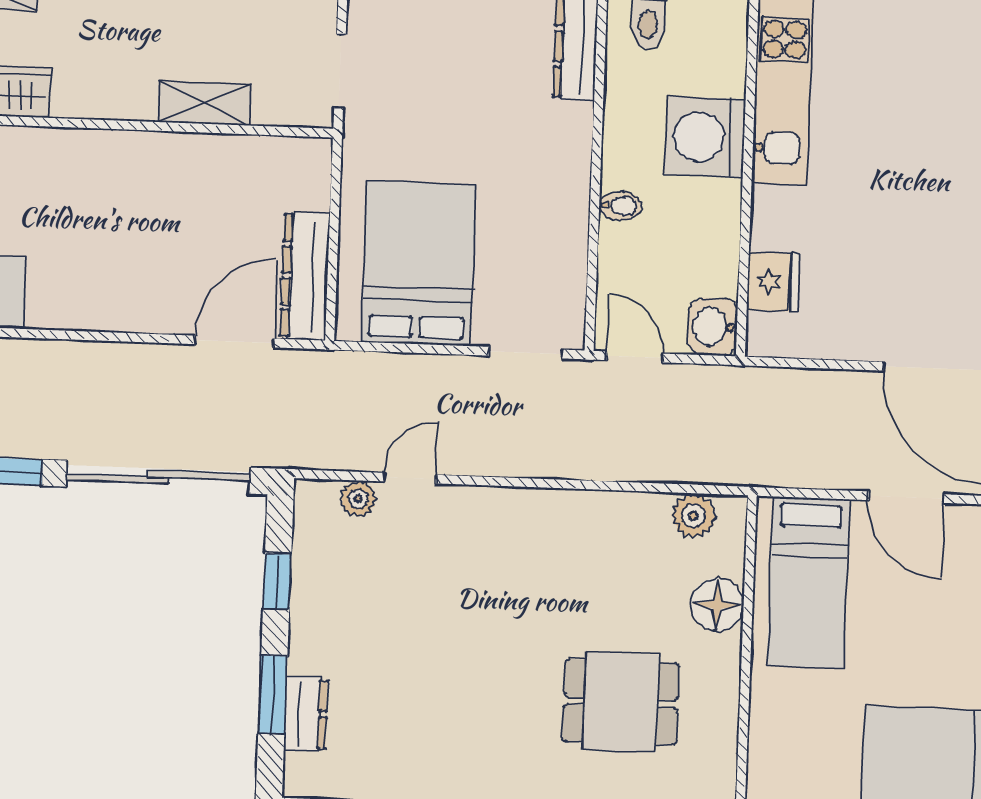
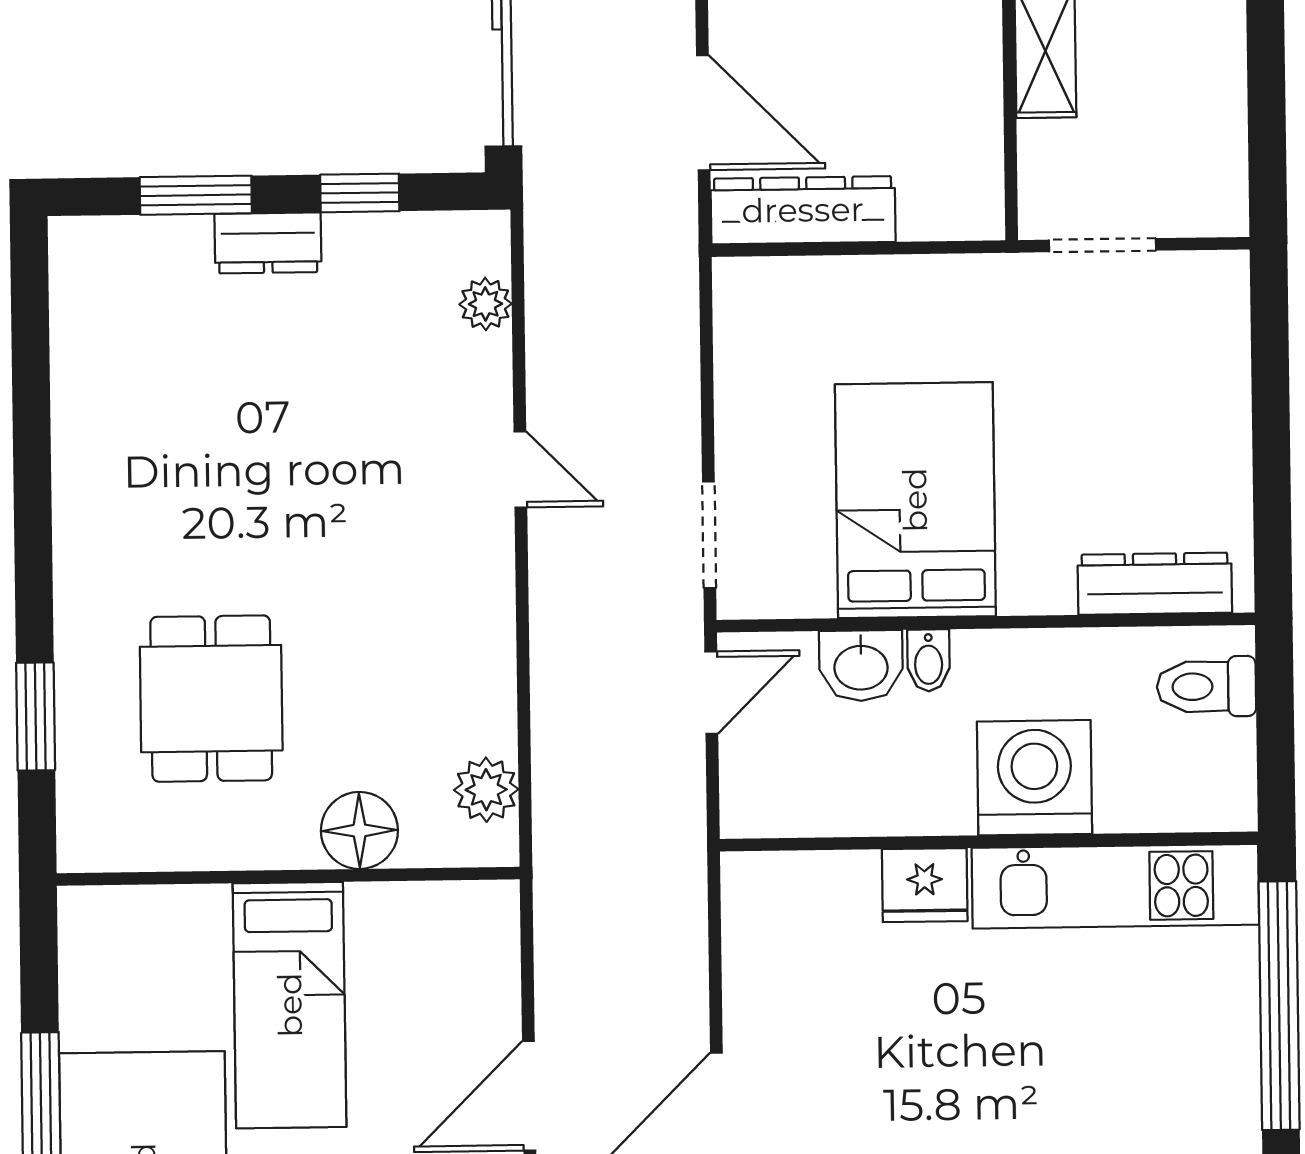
bed: (418, 263) -> (915, 500), moved, turned -90
fridge: (773, 282) -> (925, 885), moved
washbasin: (713, 327) -> (861, 666), moved, turned 180
door: (410, 478) -> (520, 469), moved
bed: (808, 582) -> (290, 1005), moved, turned -90
dresser: (306, 714) -> (268, 243), moved

